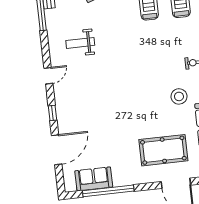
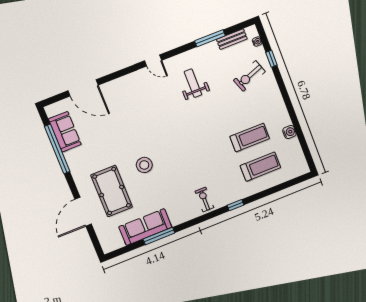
stool: (179, 96) -> (144, 165), moved
window: (52, 113) -> (118, 74), removed

